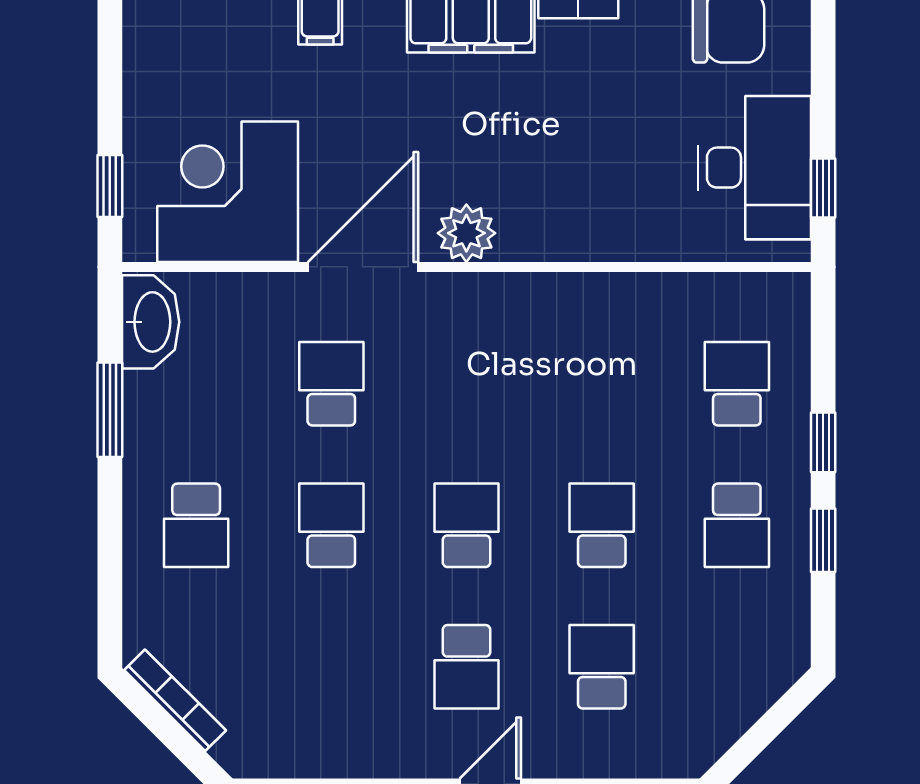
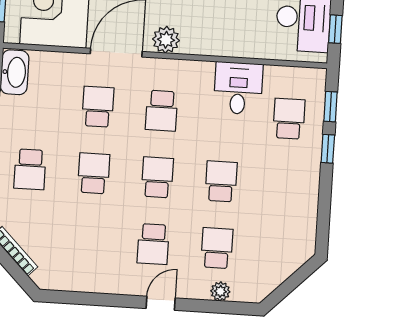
desk: (626, 326) -> (238, 88), added
school desk: (737, 525) -> (162, 111), moved
window: (823, 540) -> (330, 107), moved
plant: (615, 758) -> (220, 291), added

